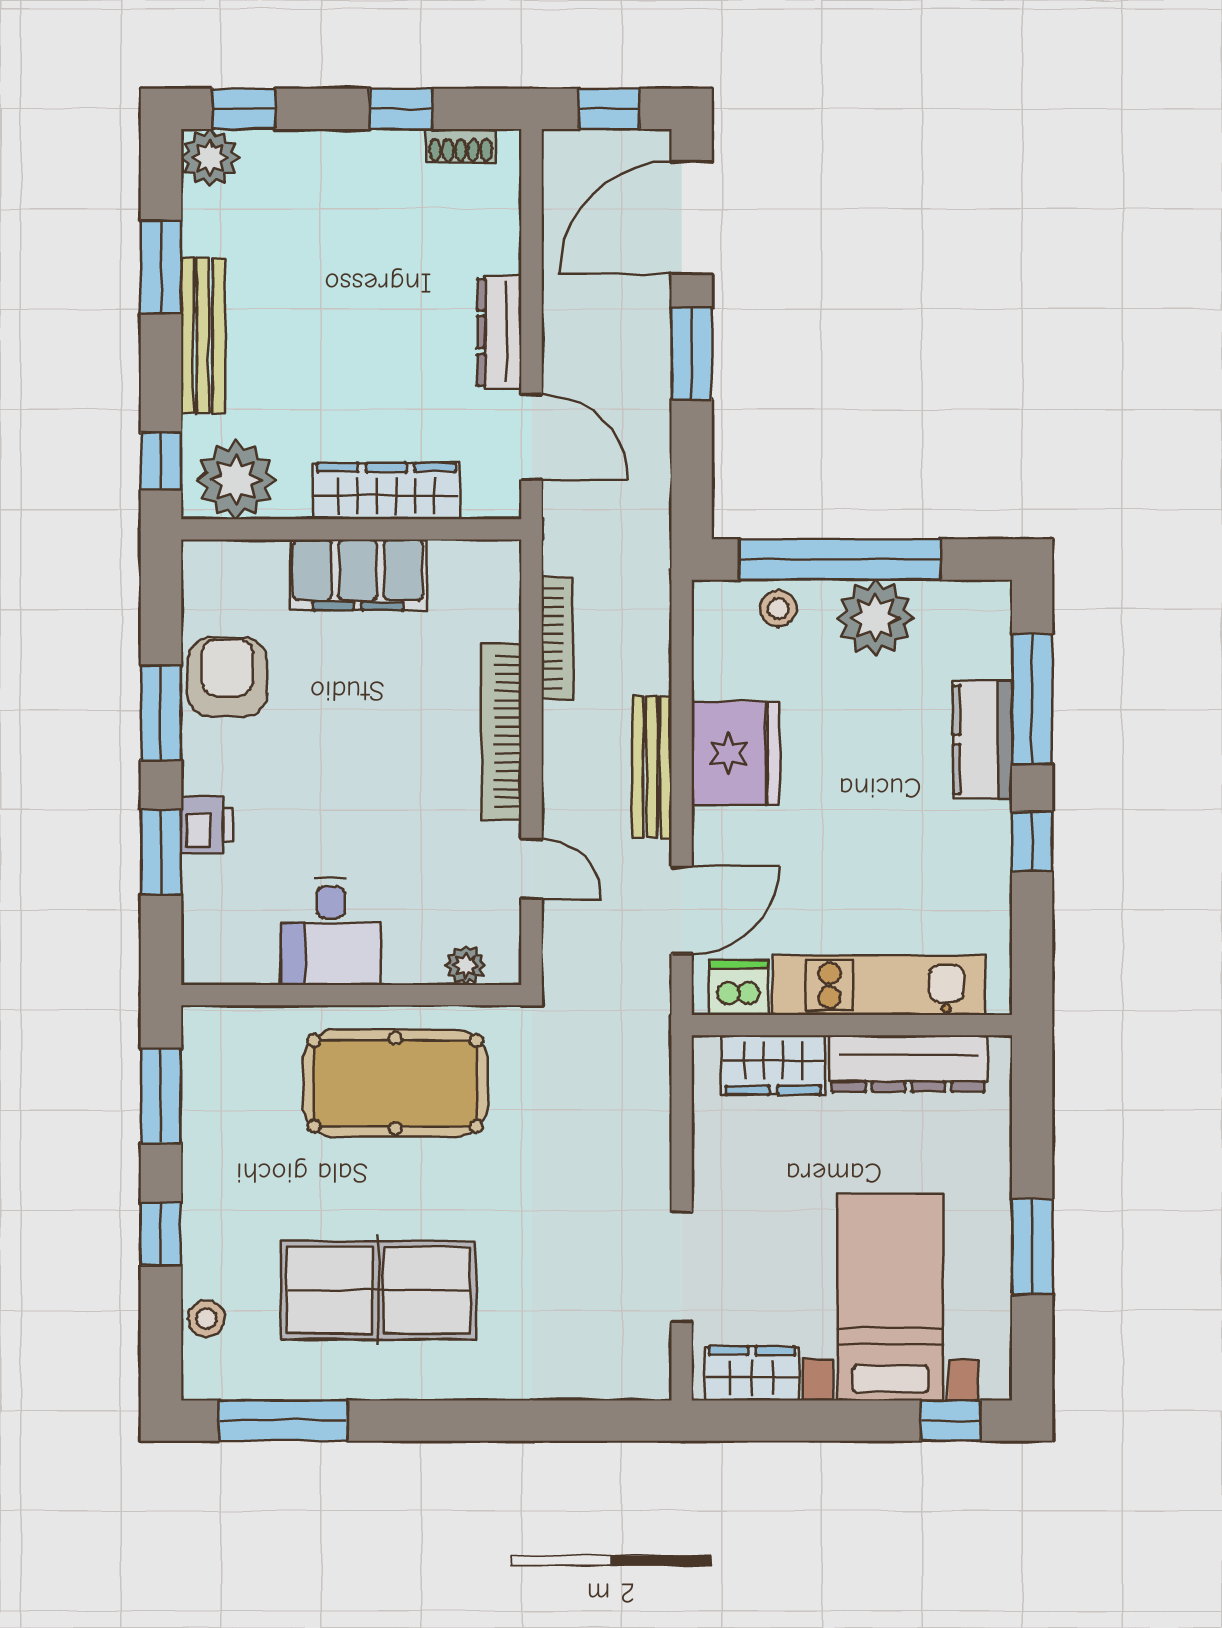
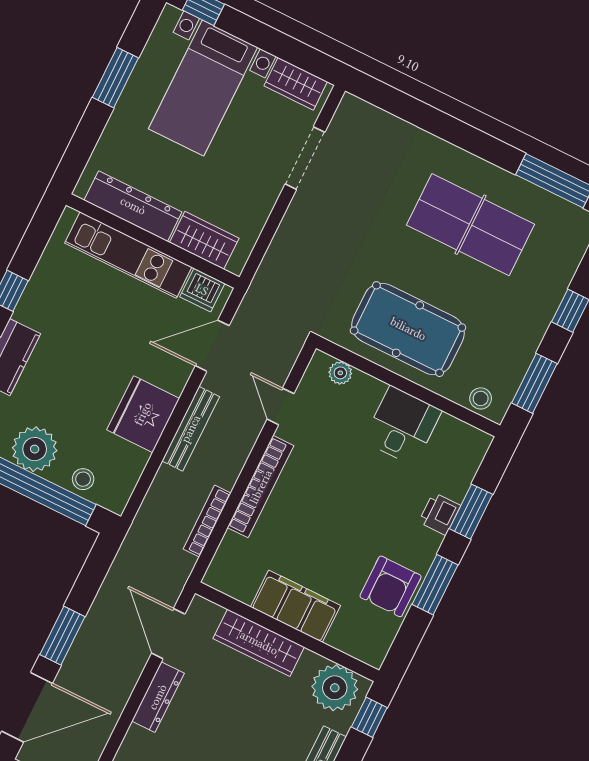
stool: (206, 1318) -> (481, 398), moved

